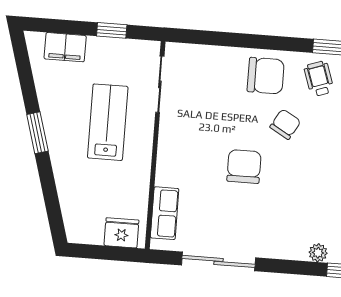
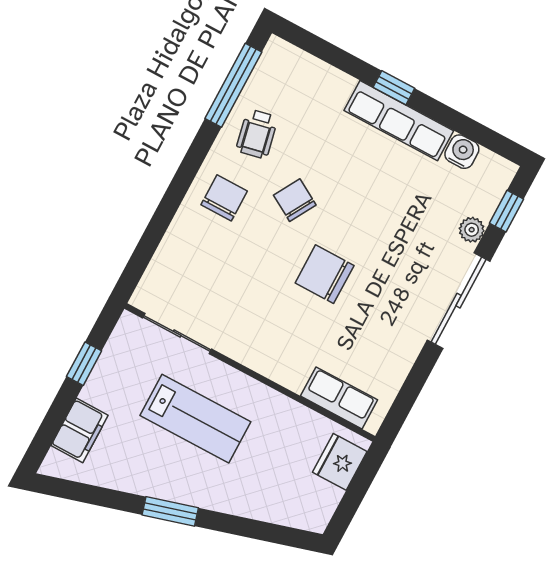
chair: (266, 76) -> (224, 198), width x0.73, depth x0.73
wheelchair: (319, 79) -> (257, 134), turned -83
lab bench: (108, 122) -> (195, 419), turned 180
sliding door: (218, 261) -> (459, 301), moved

